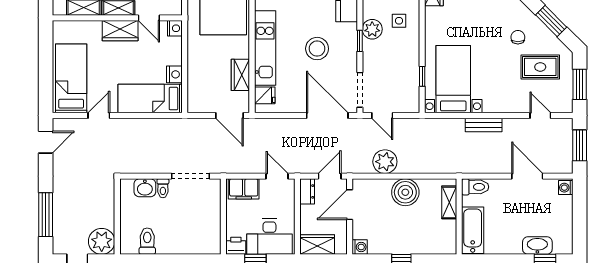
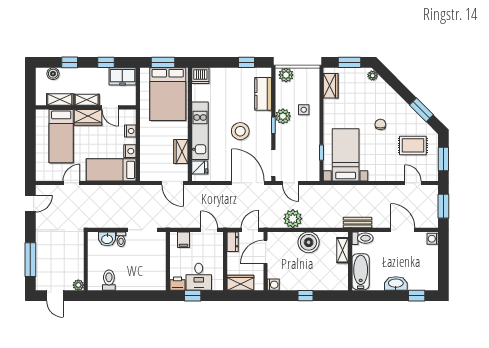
nightstand: (175, 28) -> (130, 131), moved
chair: (518, 37) -> (380, 124), moved
bed: (71, 78) -> (61, 136), moved, turned 180
bench: (484, 125) -> (357, 223), moved
filing cabinet: (244, 189) -> (184, 240), width x0.50
desk: (269, 237) -> (199, 277), width x0.73
plant: (102, 241) -> (78, 285), width x0.53, depth x0.53
washbasin: (537, 246) -> (396, 284), moved

